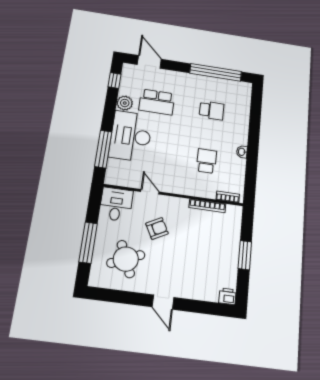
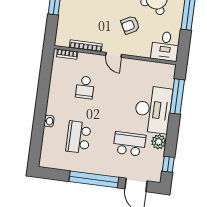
window: (216, 72) -> (94, 179), moved
school desk: (212, 110) -> (78, 137), width x1.85
washbasin: (242, 152) -> (49, 121), moved
door: (150, 192) -> (114, 55), moved

